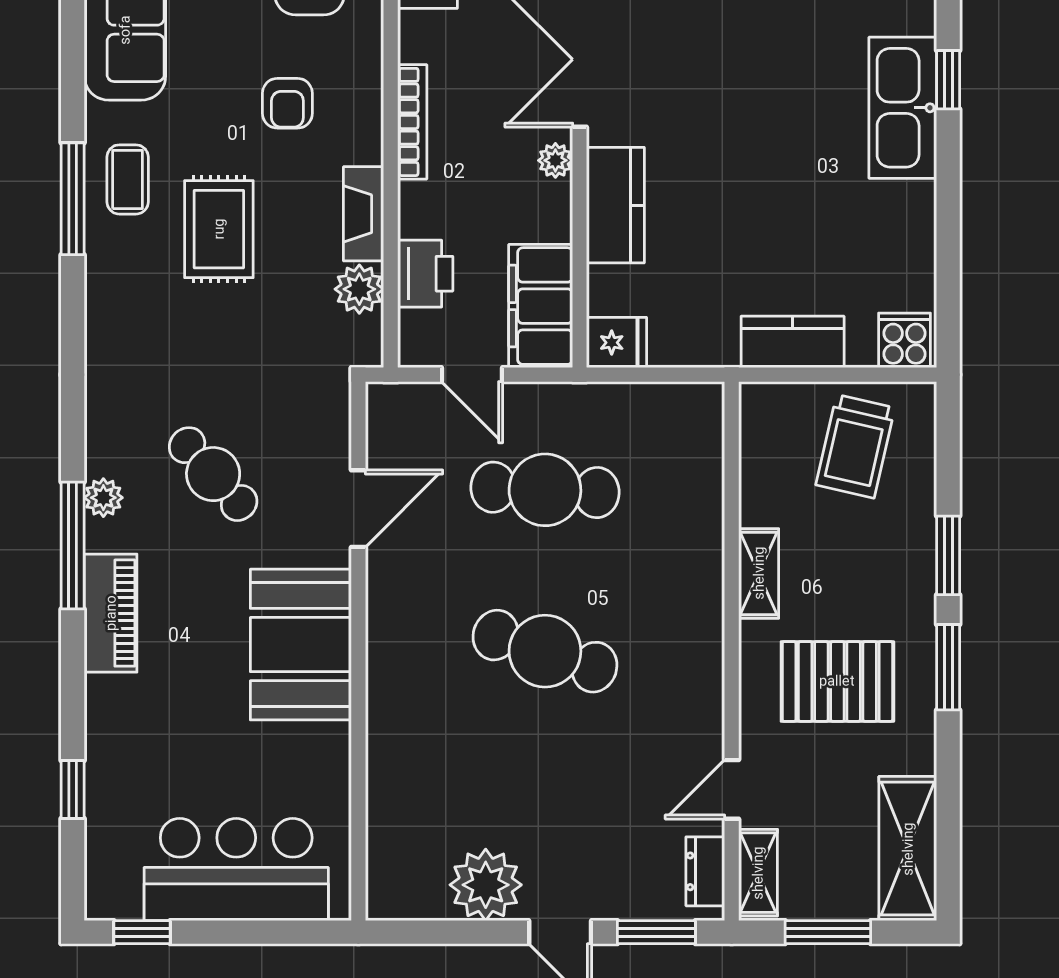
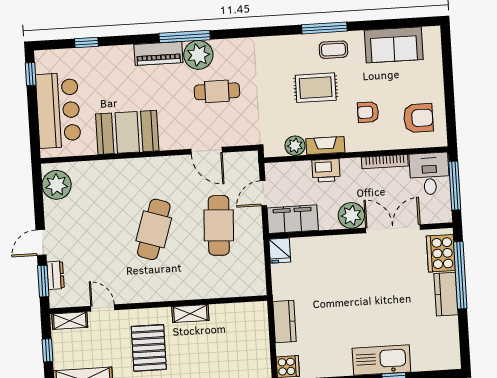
bookcase: (412, 122) -> (385, 162), moved
plant: (555, 160) -> (351, 215), width x1.87, depth x1.87
kitchen counter: (615, 205) -> (335, 247), removed
printer: (425, 274) -> (326, 170), moved
trolley: (855, 446) -> (244, 349), removed
cafe table: (213, 474) -> (217, 91), turned 42
plant: (103, 498) -> (198, 55), width x1.88, depth x1.88
booth: (301, 645) -> (127, 132), moved
dresser: (705, 871) -> (55, 275), moved, turned 90
plant: (486, 885) -> (57, 185), moved
window: (828, 932) -> (48, 350), width x0.67

